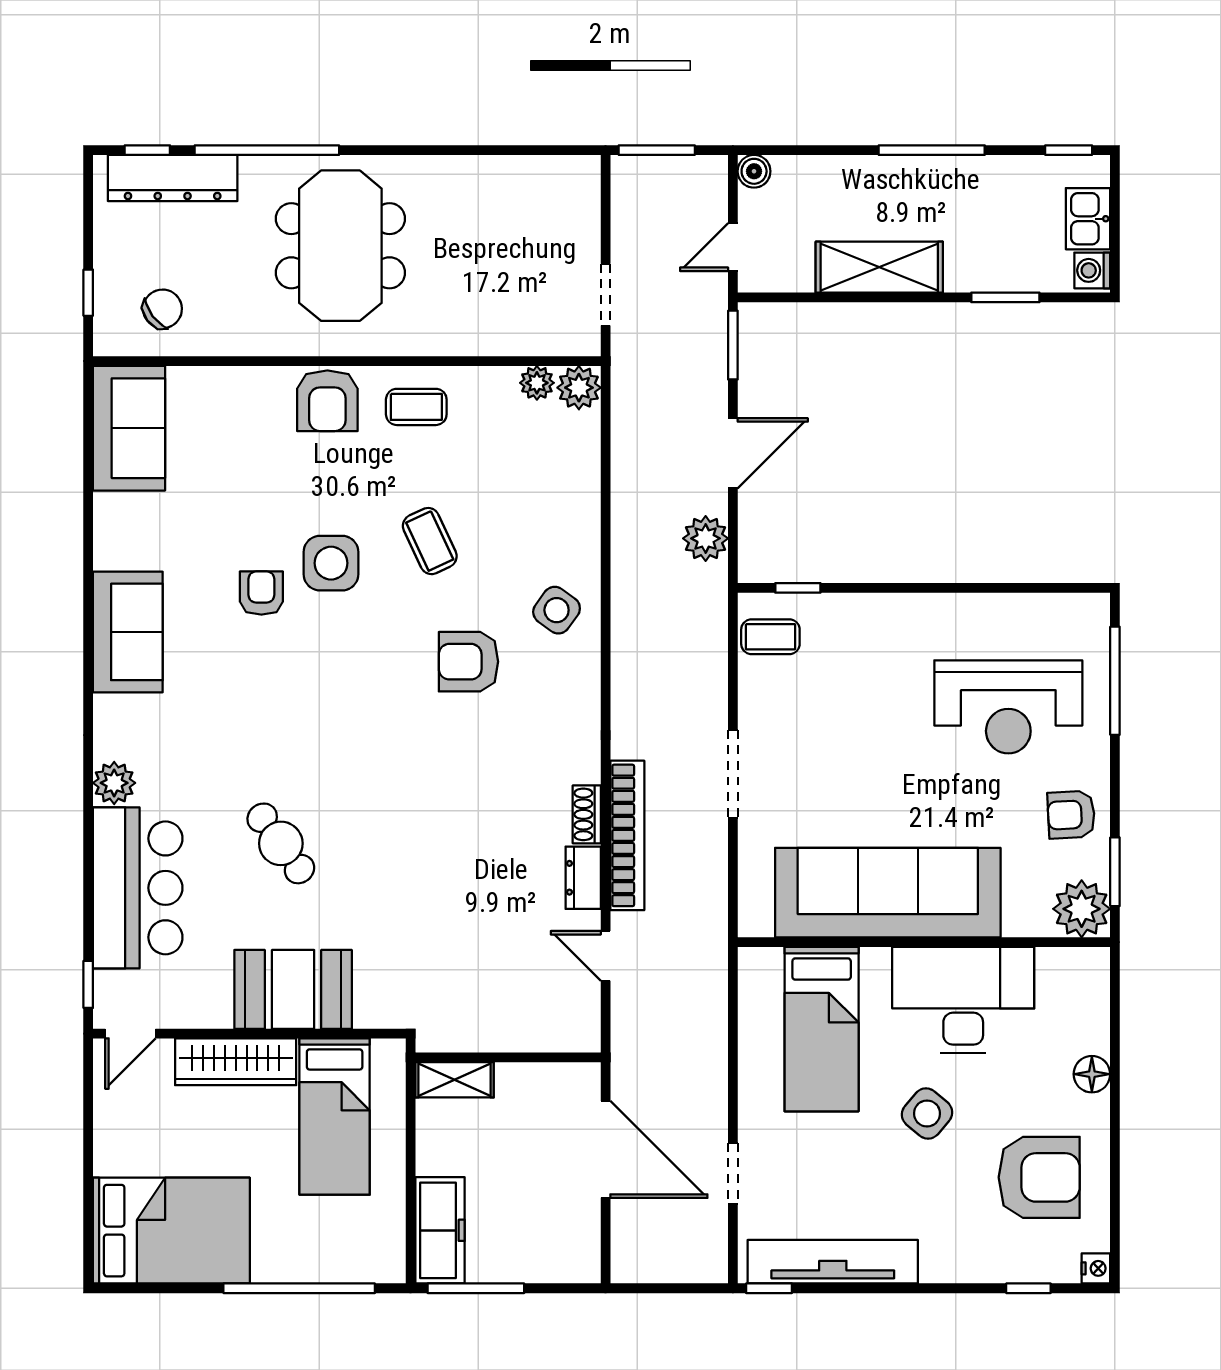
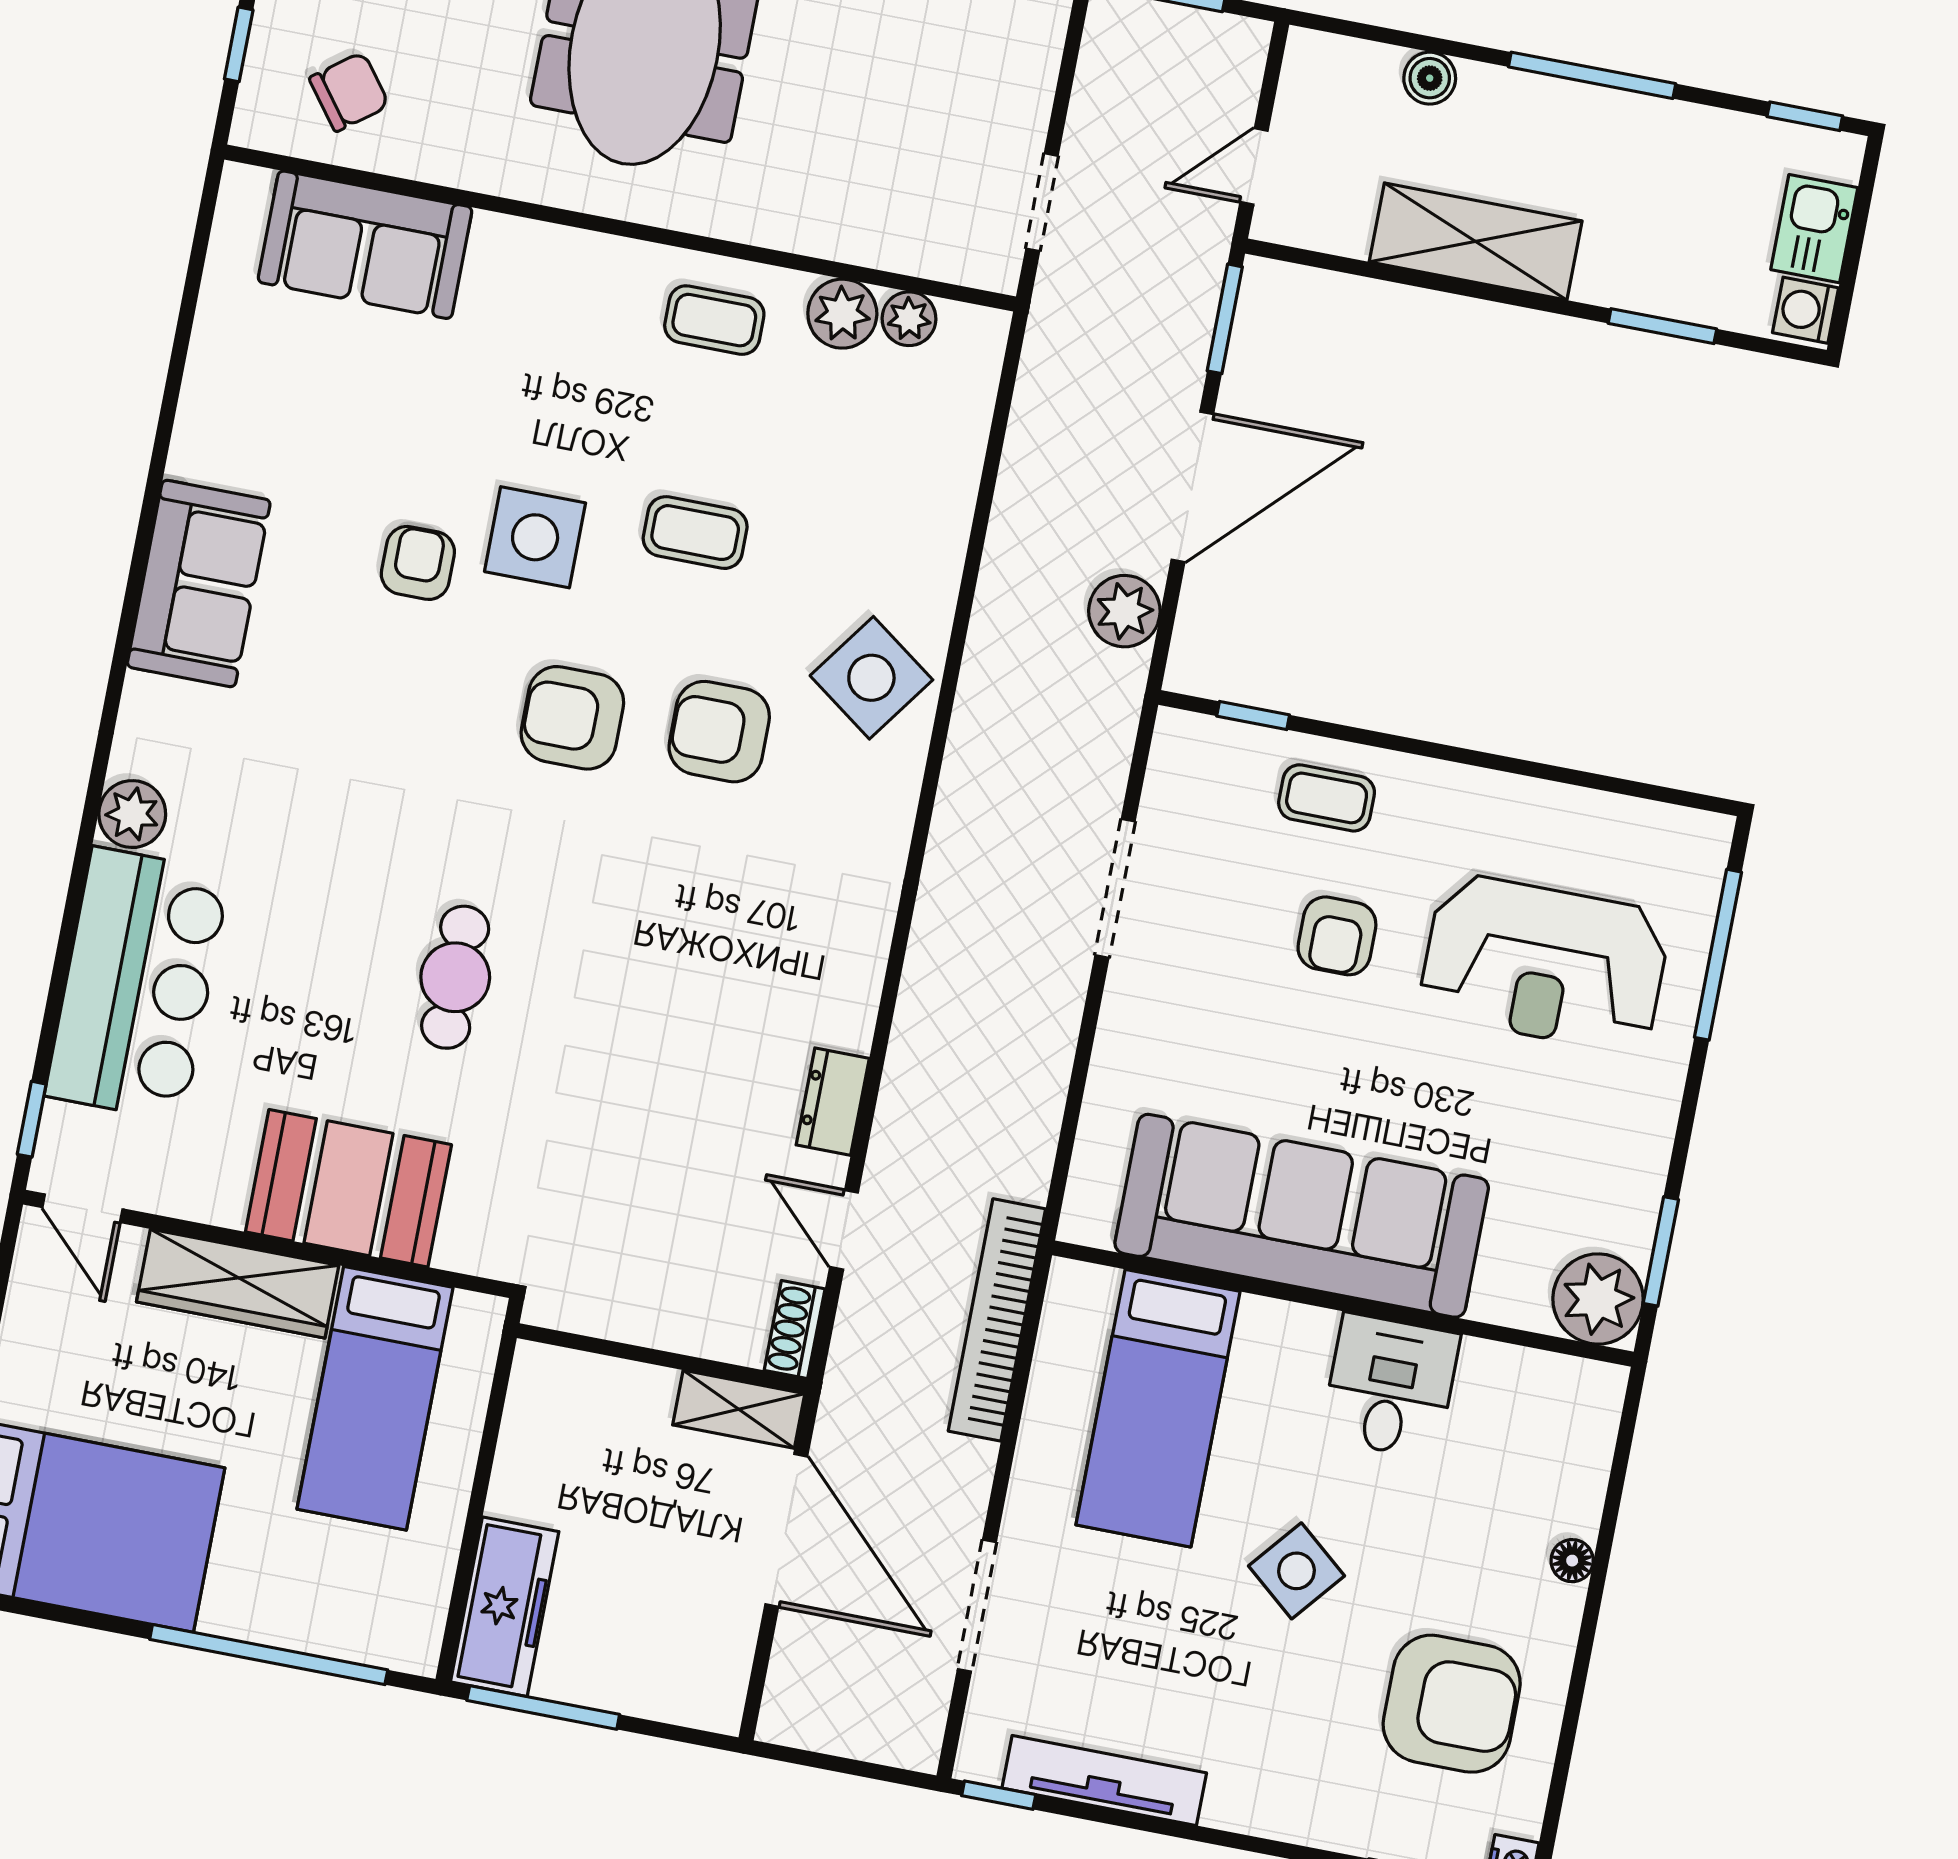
boiler: (754, 171) -> (1430, 78), moved
plant: (579, 388) -> (842, 314), moved
armchair: (327, 401) -> (572, 718), moved, turned 90
sofa: (129, 428) -> (365, 245), moved, turned 90
door: (733, 453) -> (1192, 487), width x1.36
coffee table: (430, 541) -> (695, 533), turned -65
side table: (557, 610) -> (871, 678), width x1.37, depth x1.37
coffee table: (770, 637) -> (1327, 798), moved
doorway: (733, 774) -> (1115, 888), moved
shoe rack: (587, 814) -> (795, 1330), moved
armchair: (1071, 815) -> (1337, 936), moved, turned -87
bookcase: (627, 835) -> (997, 1320), moved, turned 180
cafe table: (281, 843) -> (455, 977), moved, turned 36
desk: (963, 1000) -> (1390, 1386), width x0.53, depth x0.77
door: (130, 1034) -> (82, 1208), hinge flipped
floor lamp: (1092, 1074) -> (1572, 1561), width x0.73, depth x0.73
shelving: (454, 1080) -> (739, 1409), moved
doorway: (733, 1173) -> (977, 1606), width x1.38
tv unit: (833, 1262) -> (1104, 1780), width x0.73, depth x0.78

